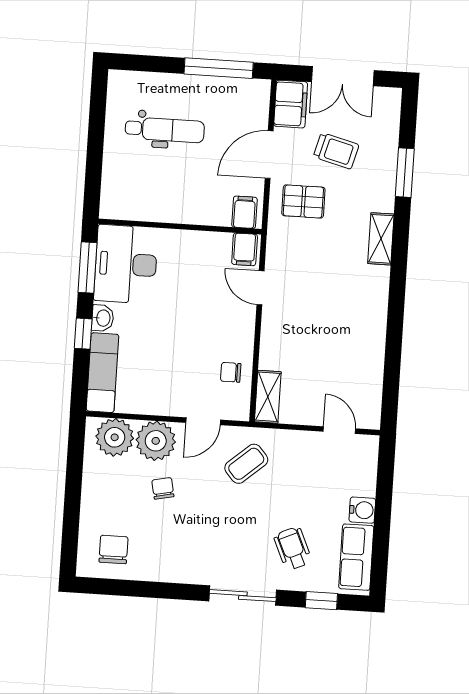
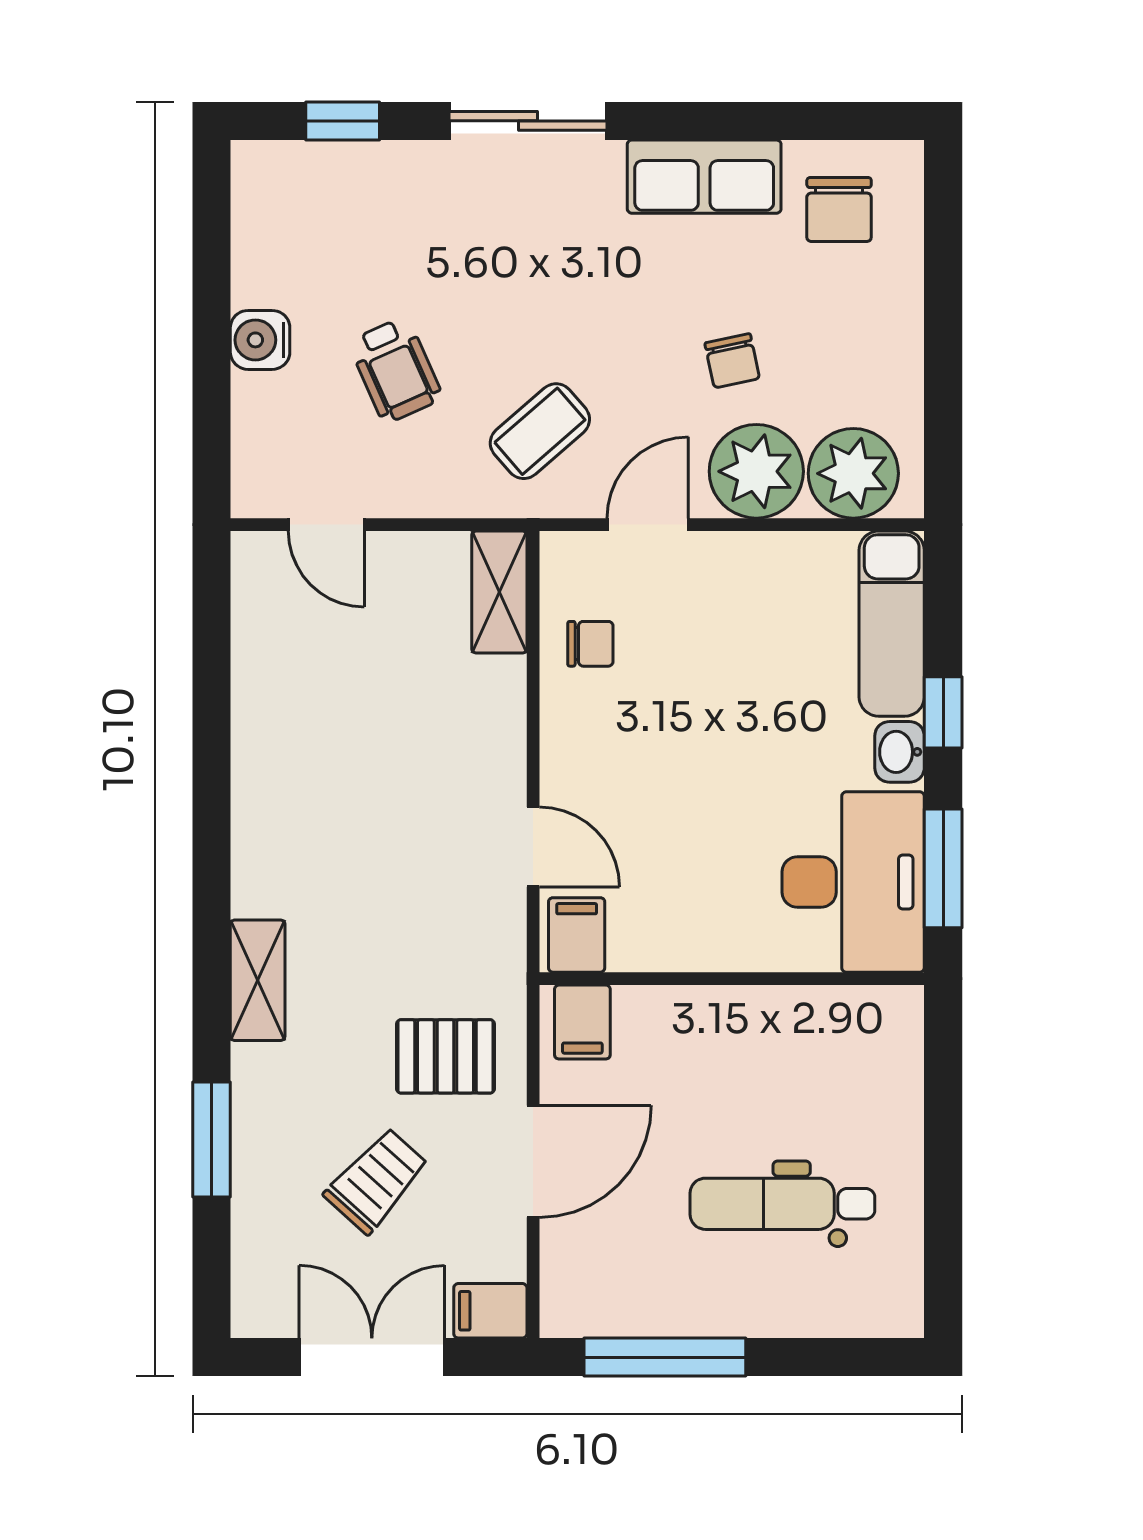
filing cabinet: (291, 104) -> (490, 1311), width x0.50
trolley: (336, 151) -> (376, 1181), turned 117
wheelchair: (293, 548) -> (396, 370), moved
row of seats: (356, 557) -> (704, 177), moved, turned 90

